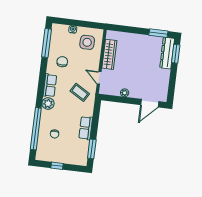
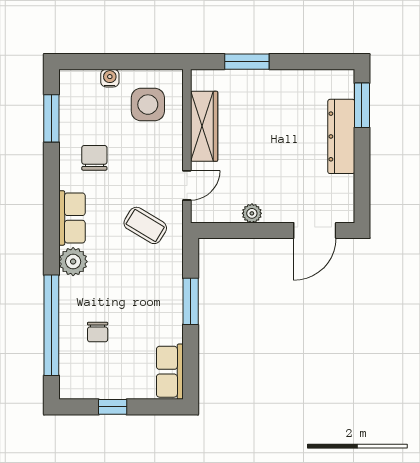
window: (158, 33) -> (247, 62), moved
window: (46, 43) -> (51, 118), width x0.69
dresser: (167, 53) -> (341, 136), moved
door: (99, 78) -> (187, 185), swing flipped
row of seats: (86, 128) -> (170, 372), moved
window: (92, 149) -> (191, 301), moved

